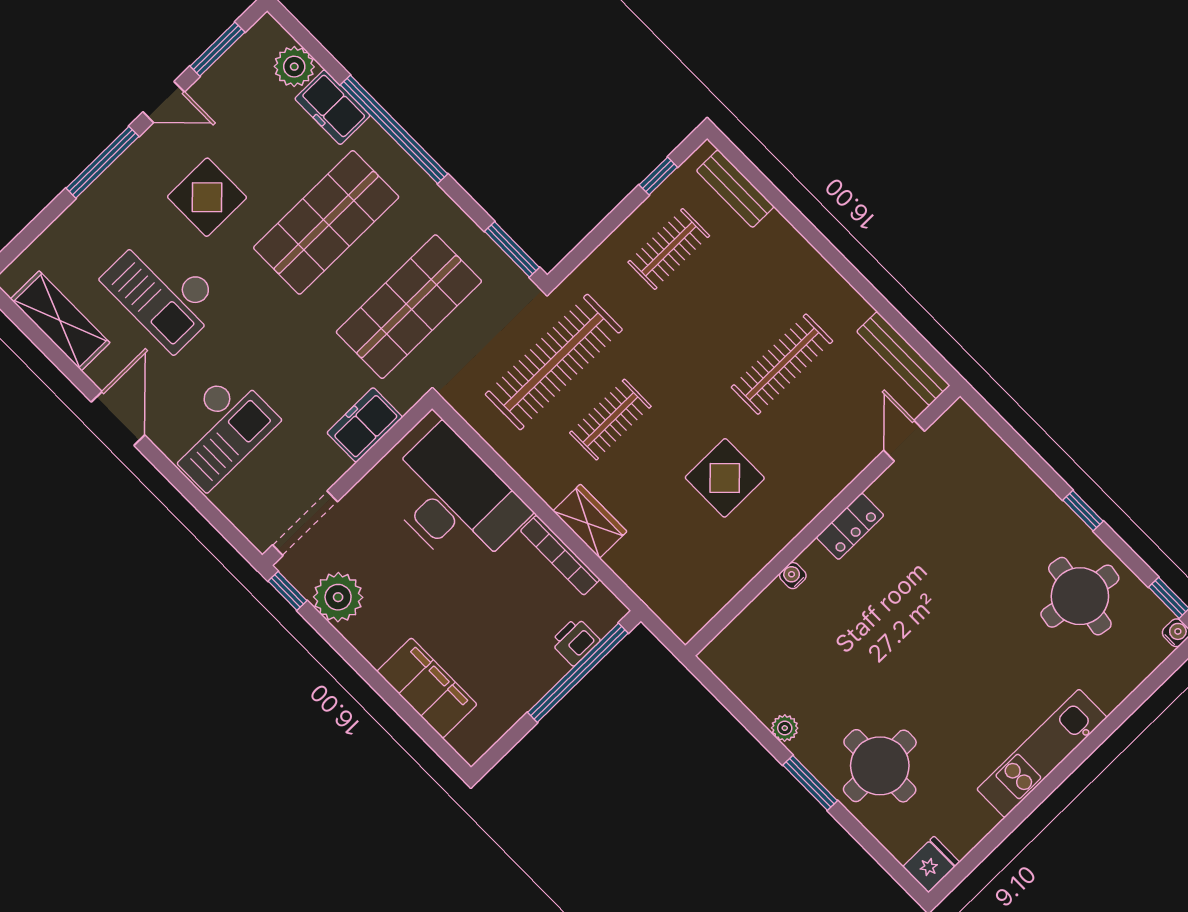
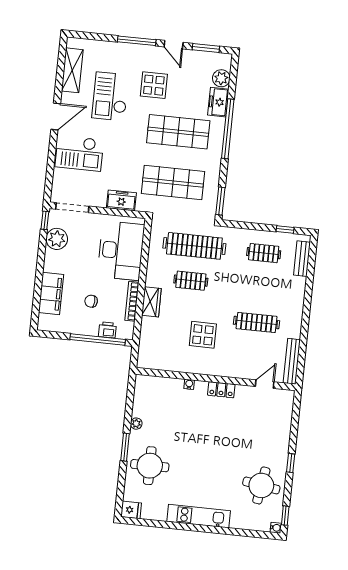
chair: (500, 628) -> (91, 301), added

